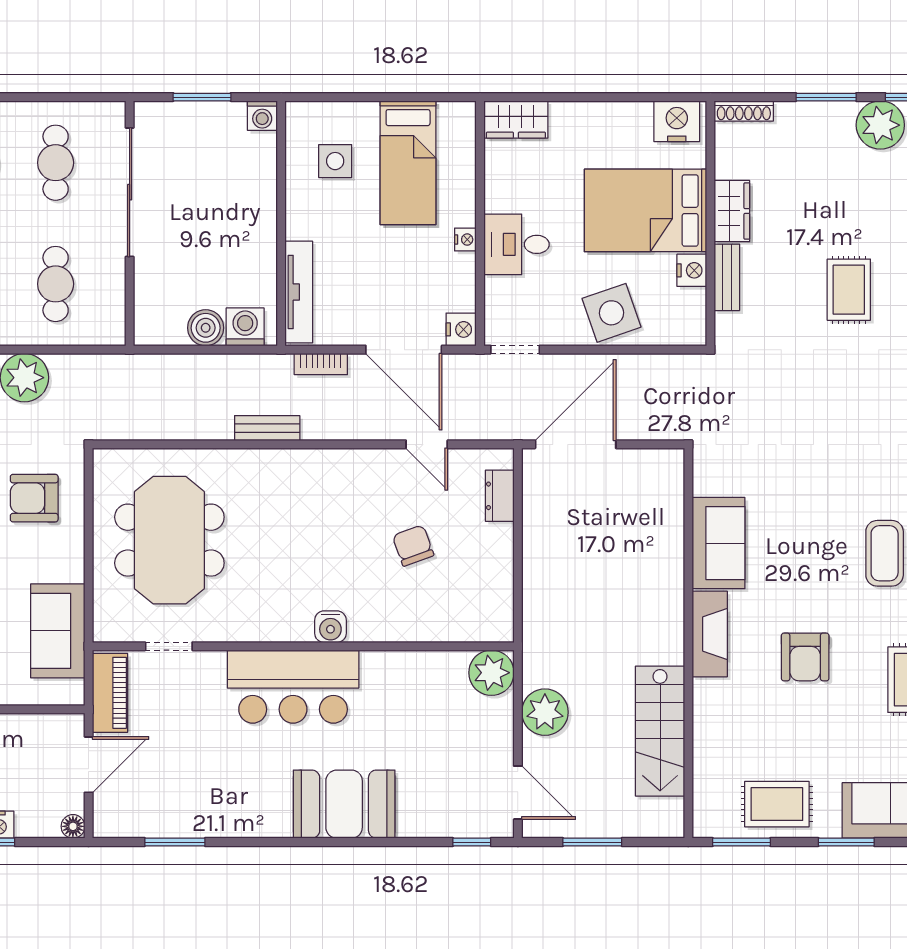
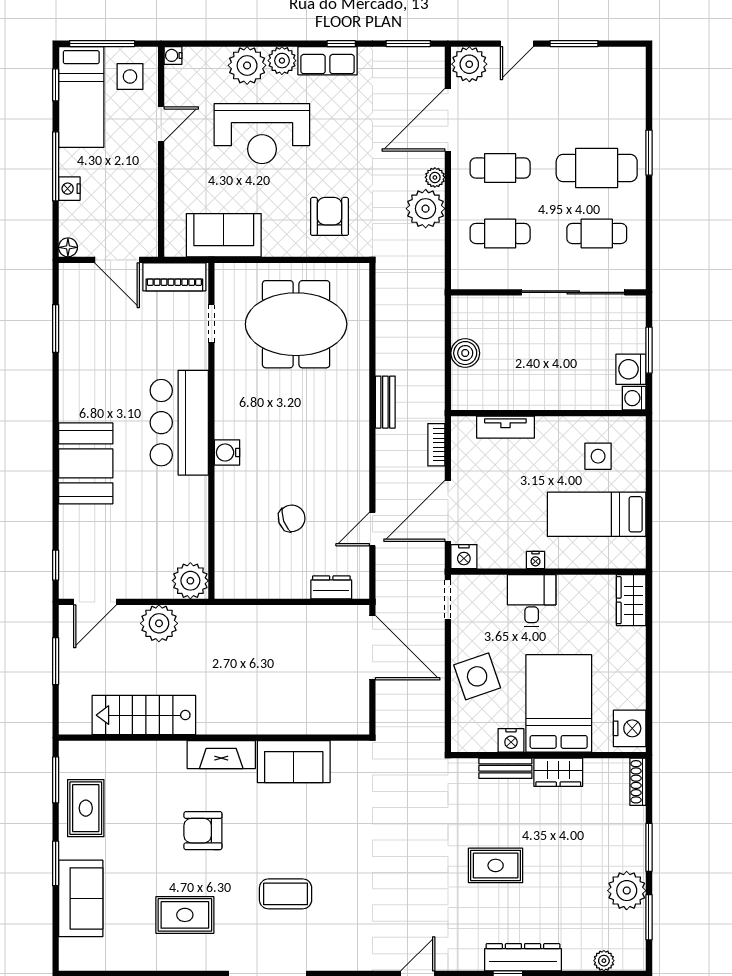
tv unit: (299, 292) -> (505, 427), width x0.71
washing machine: (245, 327) -> (631, 369), moved, turned 180

